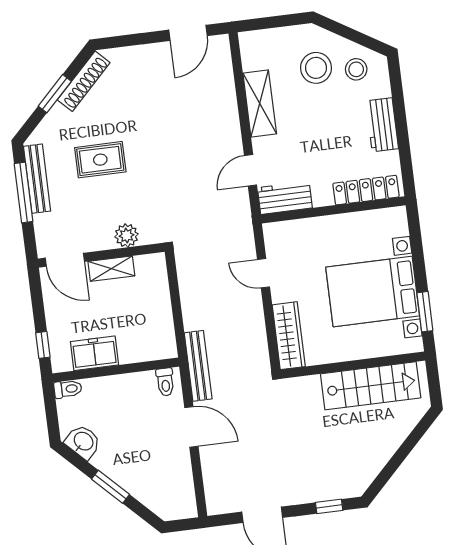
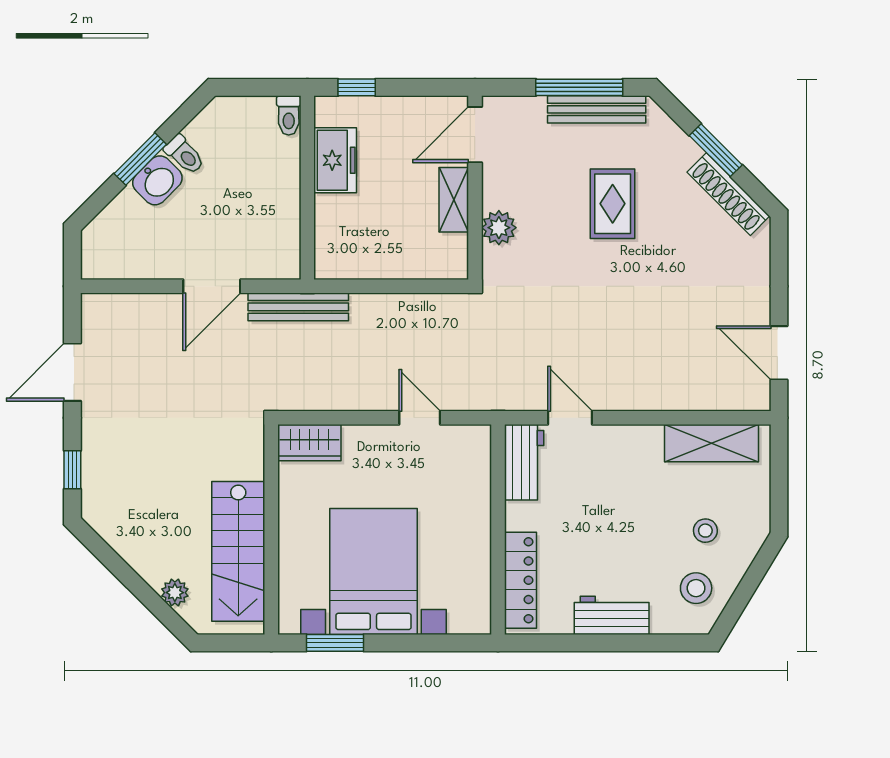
stool: (316, 68) -> (705, 531), width x0.53, depth x0.53
shelving: (260, 104) -> (711, 443), moved
door: (263, 273) -> (420, 418), hinge flipped
wardrobe: (289, 336) -> (309, 443), width x0.67
toilet: (165, 382) -> (184, 155), moved, turned -135
plant: (404, 426) -> (175, 593), added
washbasin: (83, 442) -> (157, 180), moved

